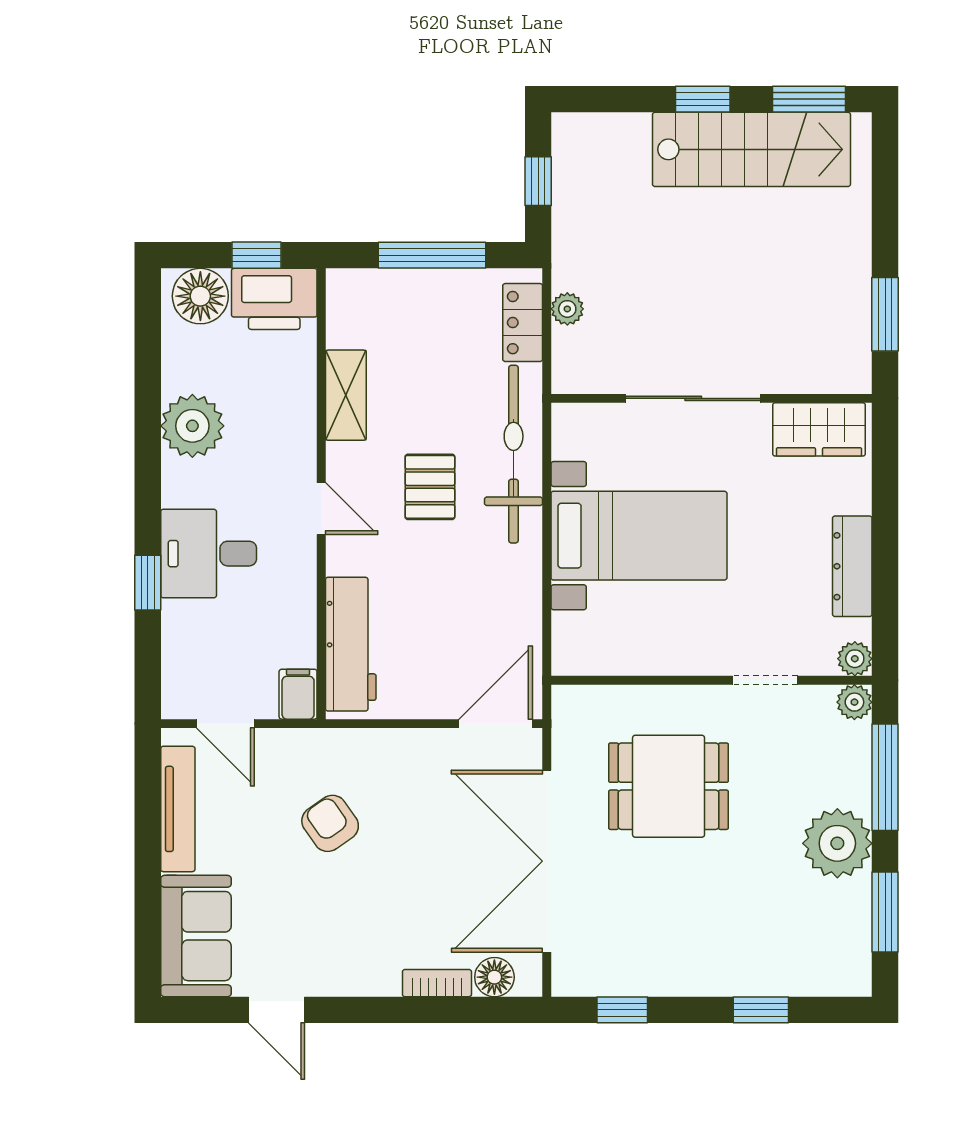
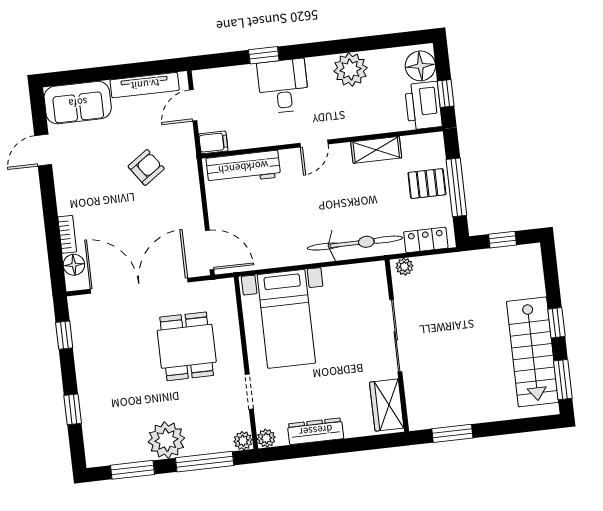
plant: (567, 309) -> (404, 267), moved
pallet: (430, 487) -> (427, 184), moved
bed with nightstands: (639, 536) -> (286, 319), moved

